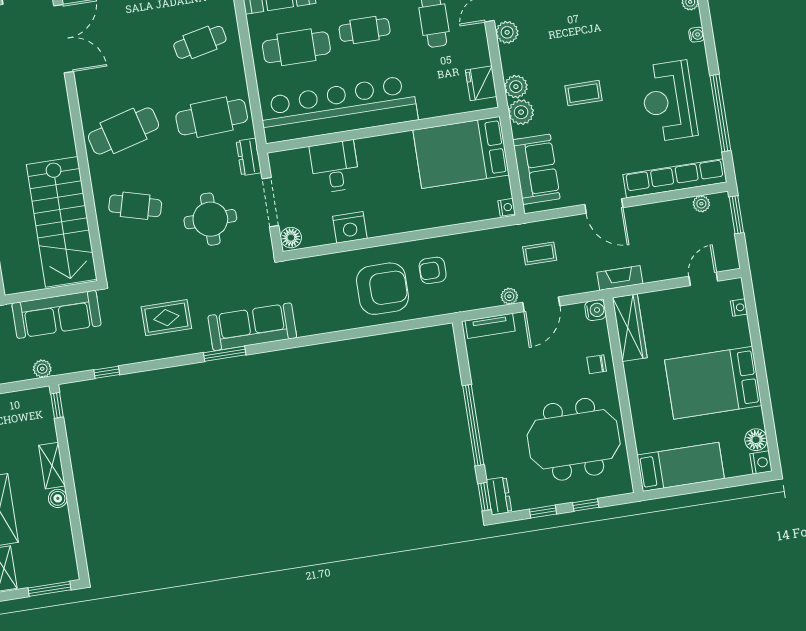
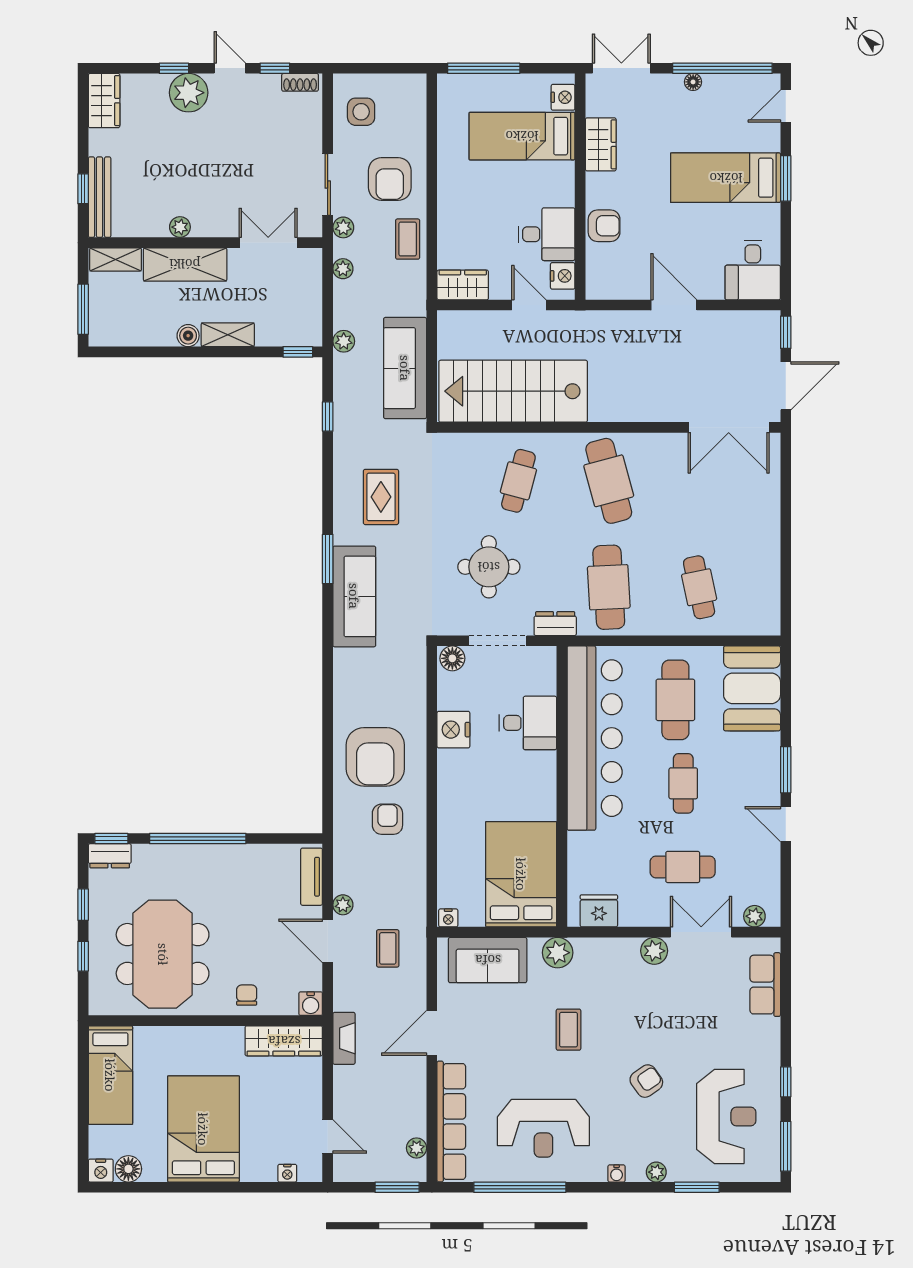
armchair: (616, 22) -> (646, 1081), added
plant: (516, 87) -> (589, 951), removed
reception desk: (669, 101) -> (543, 1128), turned 180

